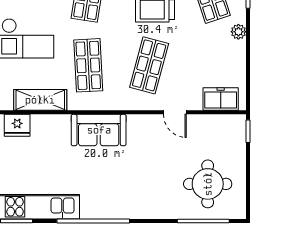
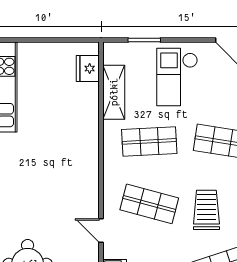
door: (175, 112) -> (101, 230), hinge flipped
sofa: (99, 130) -> (83, 152), removed

